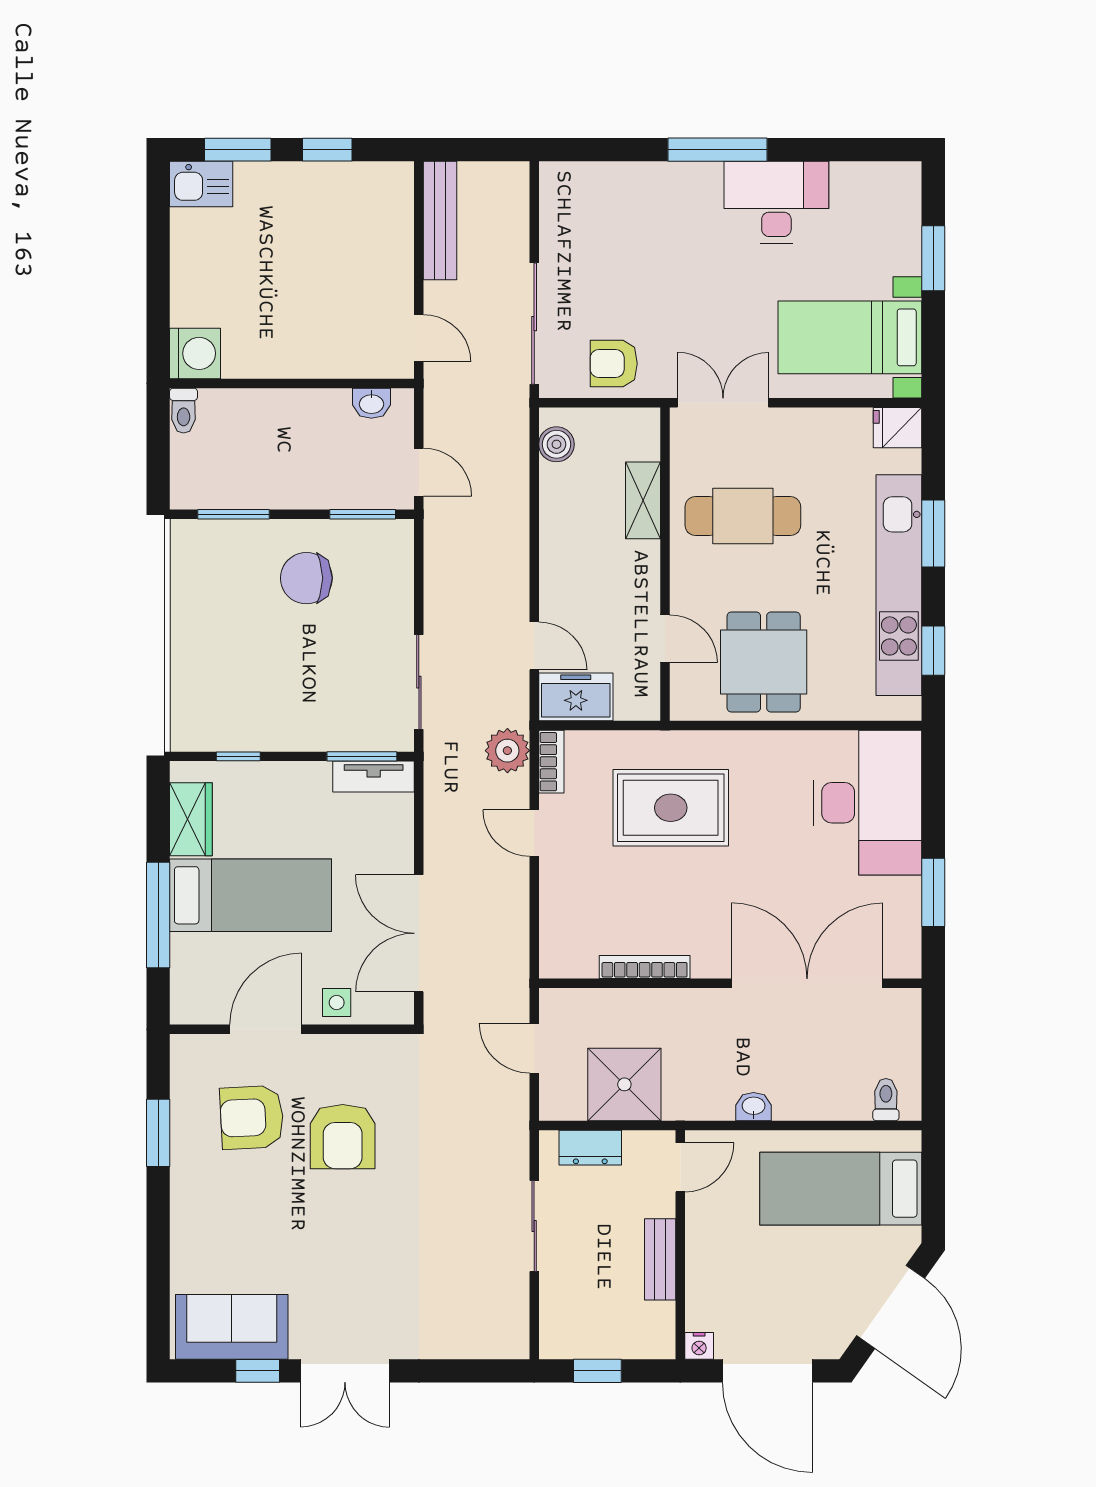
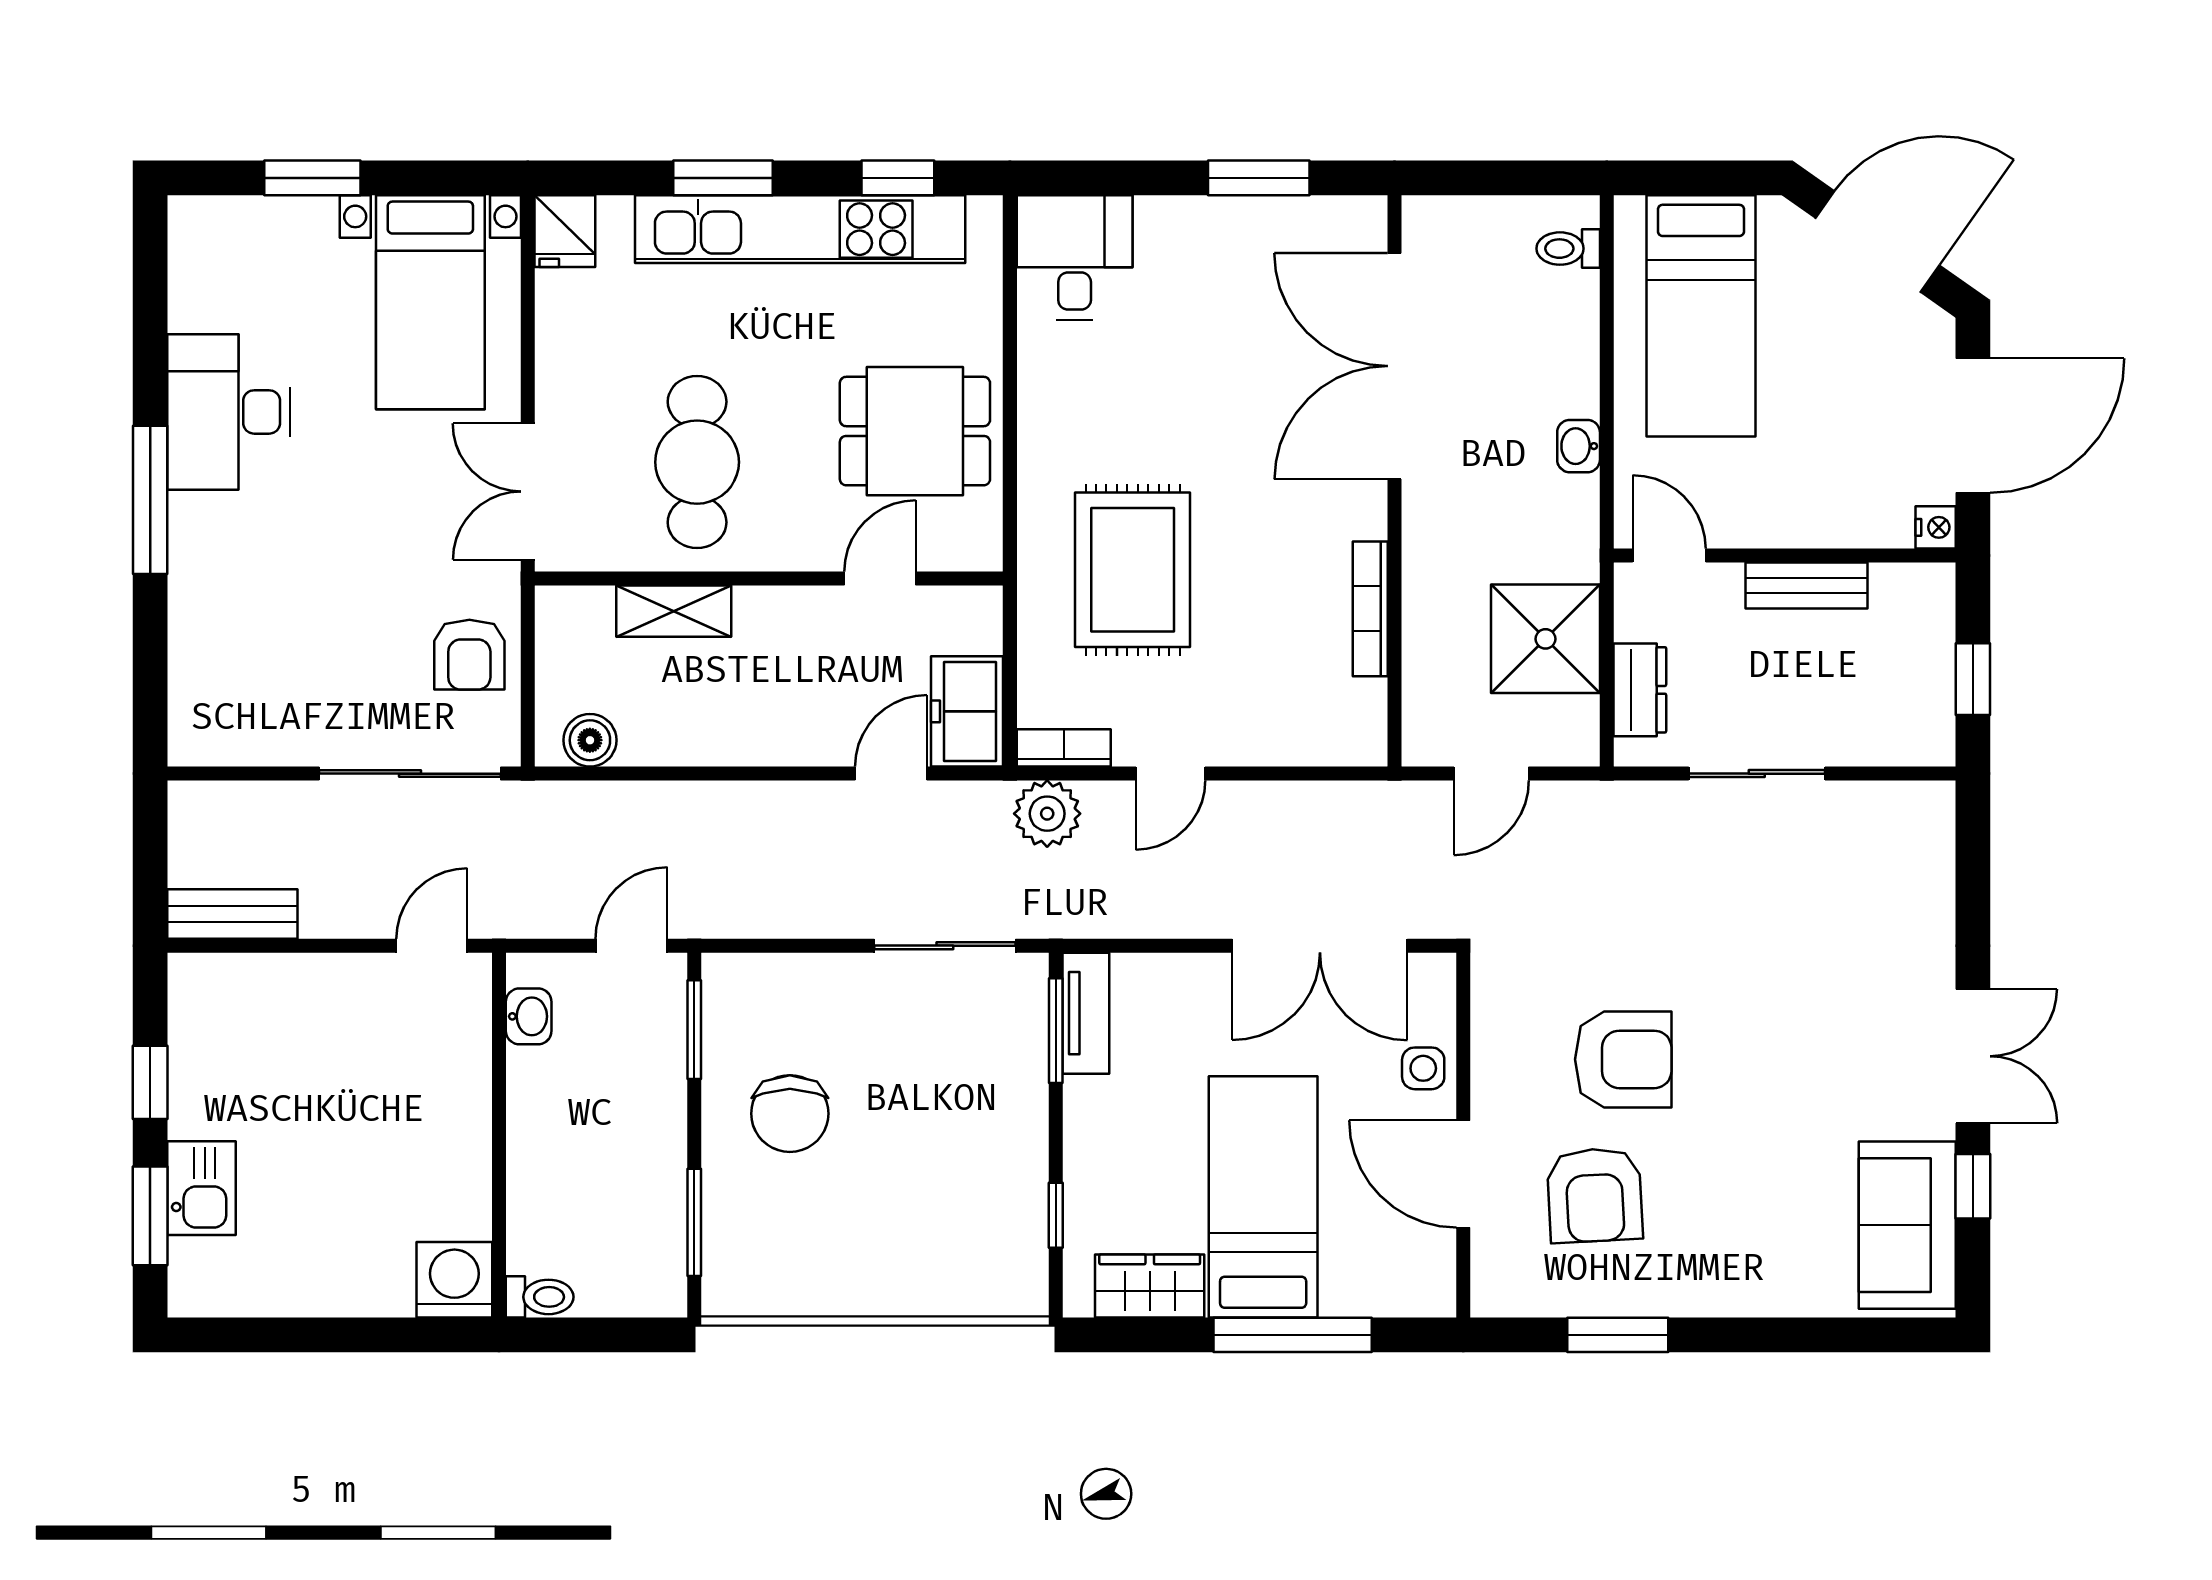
kitchen sink: (201, 184) -> (201, 1188), moved
bench: (440, 221) -> (232, 914), width x0.73
desk: (867, 803) -> (1075, 257), width x0.53, depth x0.77

